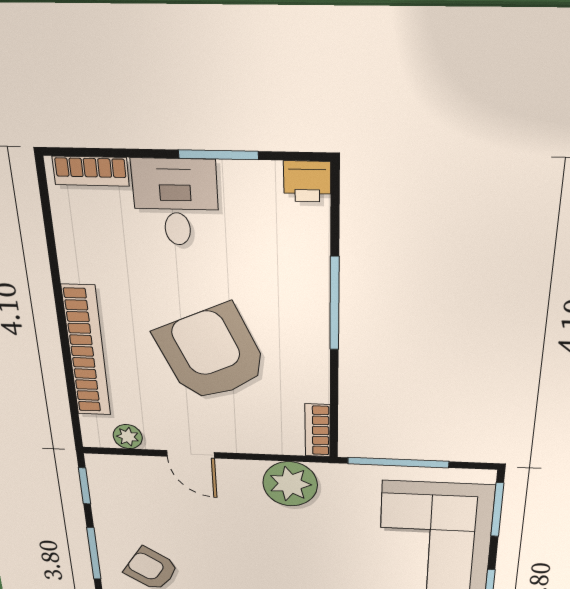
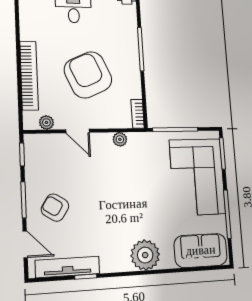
plant: (290, 484) -> (120, 139), width x0.53, depth x0.53

